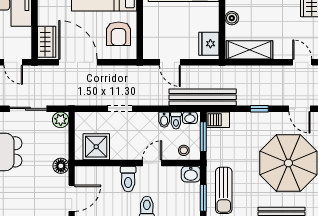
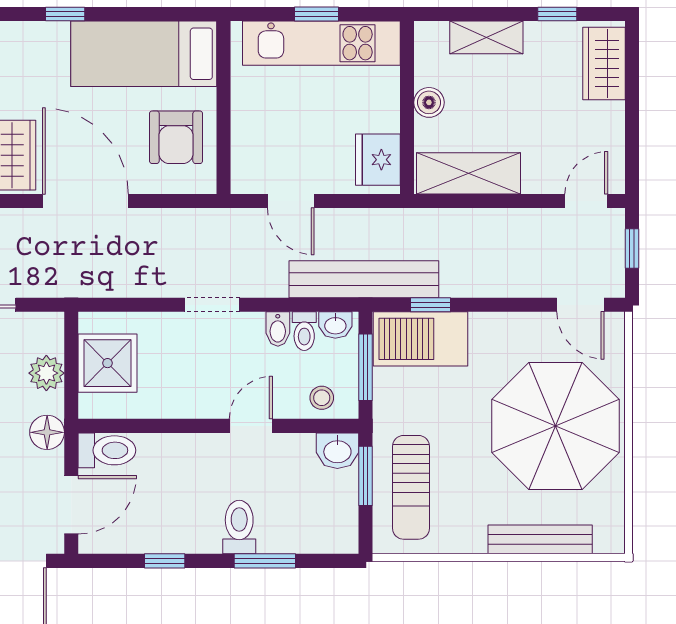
door: (302, 62) -> (586, 201), hinge flipped
doorway: (120, 109) -> (212, 305), moved
window: (259, 109) -> (431, 305), moved
plant: (61, 120) -> (46, 373), moved
barbecue: (218, 120) -> (420, 339), width x1.88, depth x1.53
shower: (96, 147) -> (107, 363), moved
toilet: (128, 179) -> (107, 450), moved, turned -90
window: (203, 198) -> (365, 476), moved

